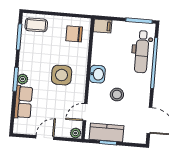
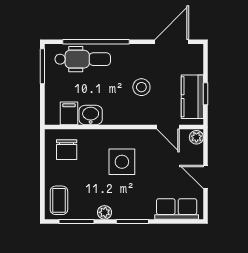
filing cabinet: (103, 26) -> (69, 113), moved
washbasin: (97, 74) -> (91, 115), moved
plant: (23, 79) -> (105, 212), moved
row of seats: (23, 102) -> (177, 209), moved

